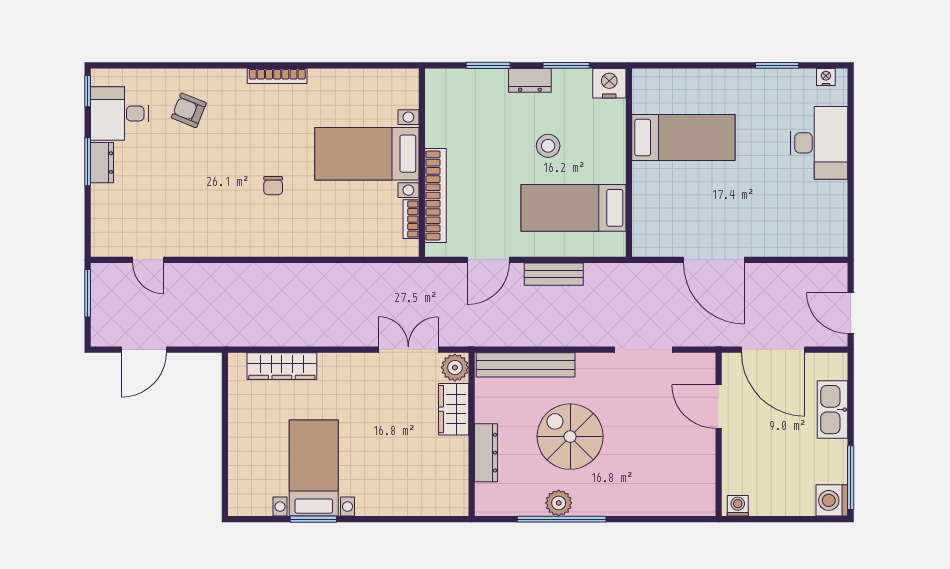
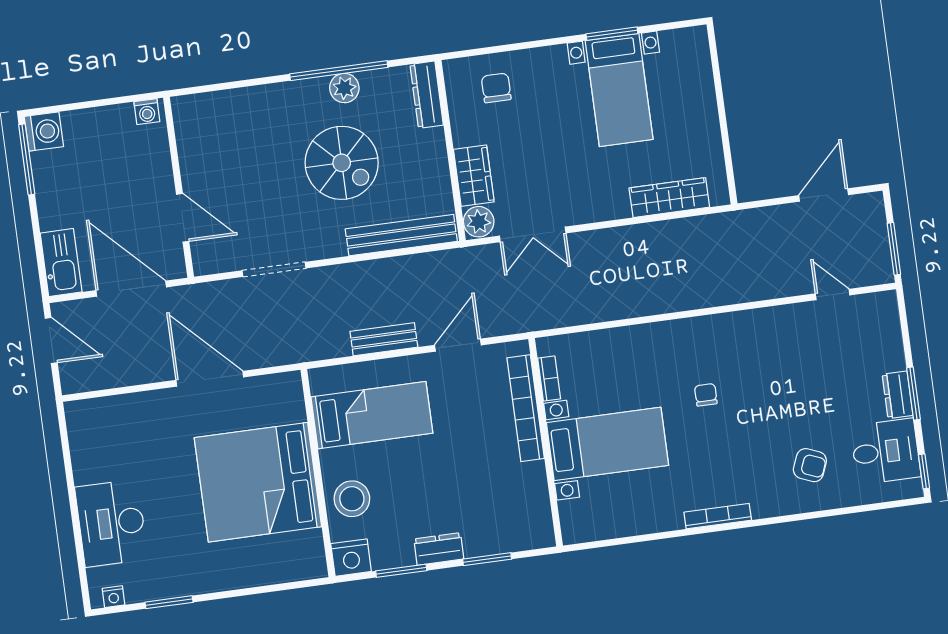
bed: (683, 138) -> (258, 482), width x2.04
stool: (548, 146) -> (352, 499), moved, width x1.38, depth x1.38
kitchen sink: (832, 410) -> (61, 263), moved
dresser: (486, 453) -> (427, 95), moved
chair: (423, 485) -> (496, 88), added

